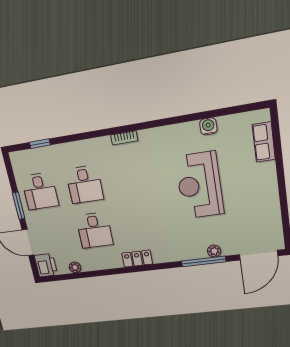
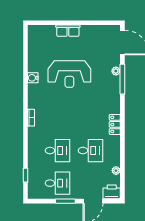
water cooler: (208, 126) -> (33, 78), moved
row of seats: (264, 142) -> (68, 31), moved

